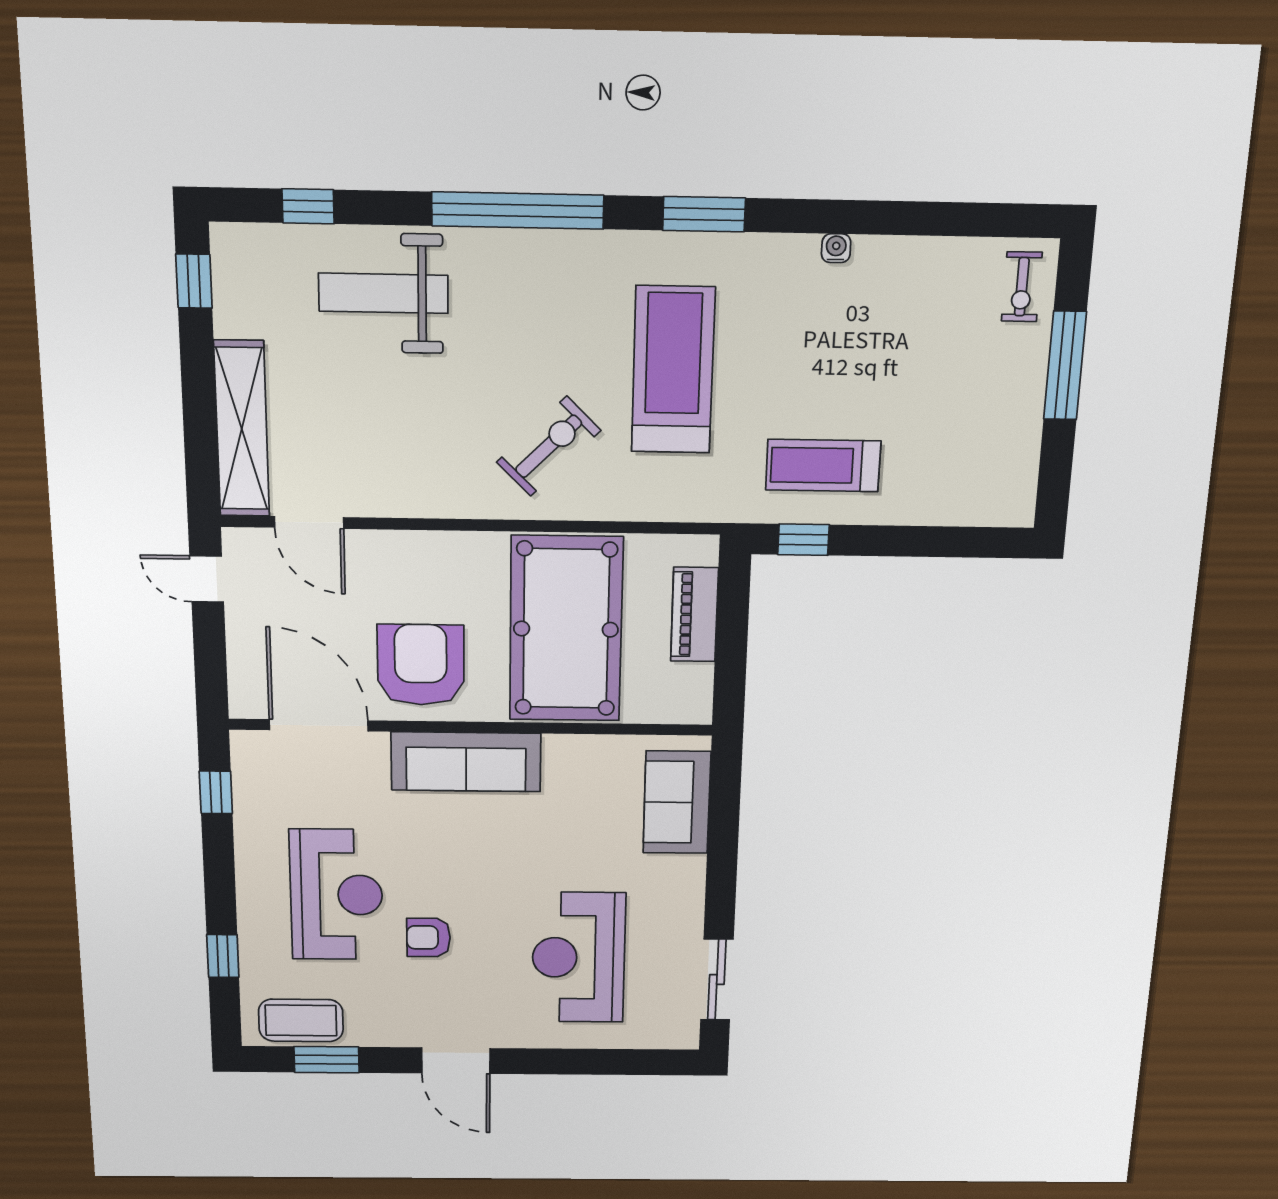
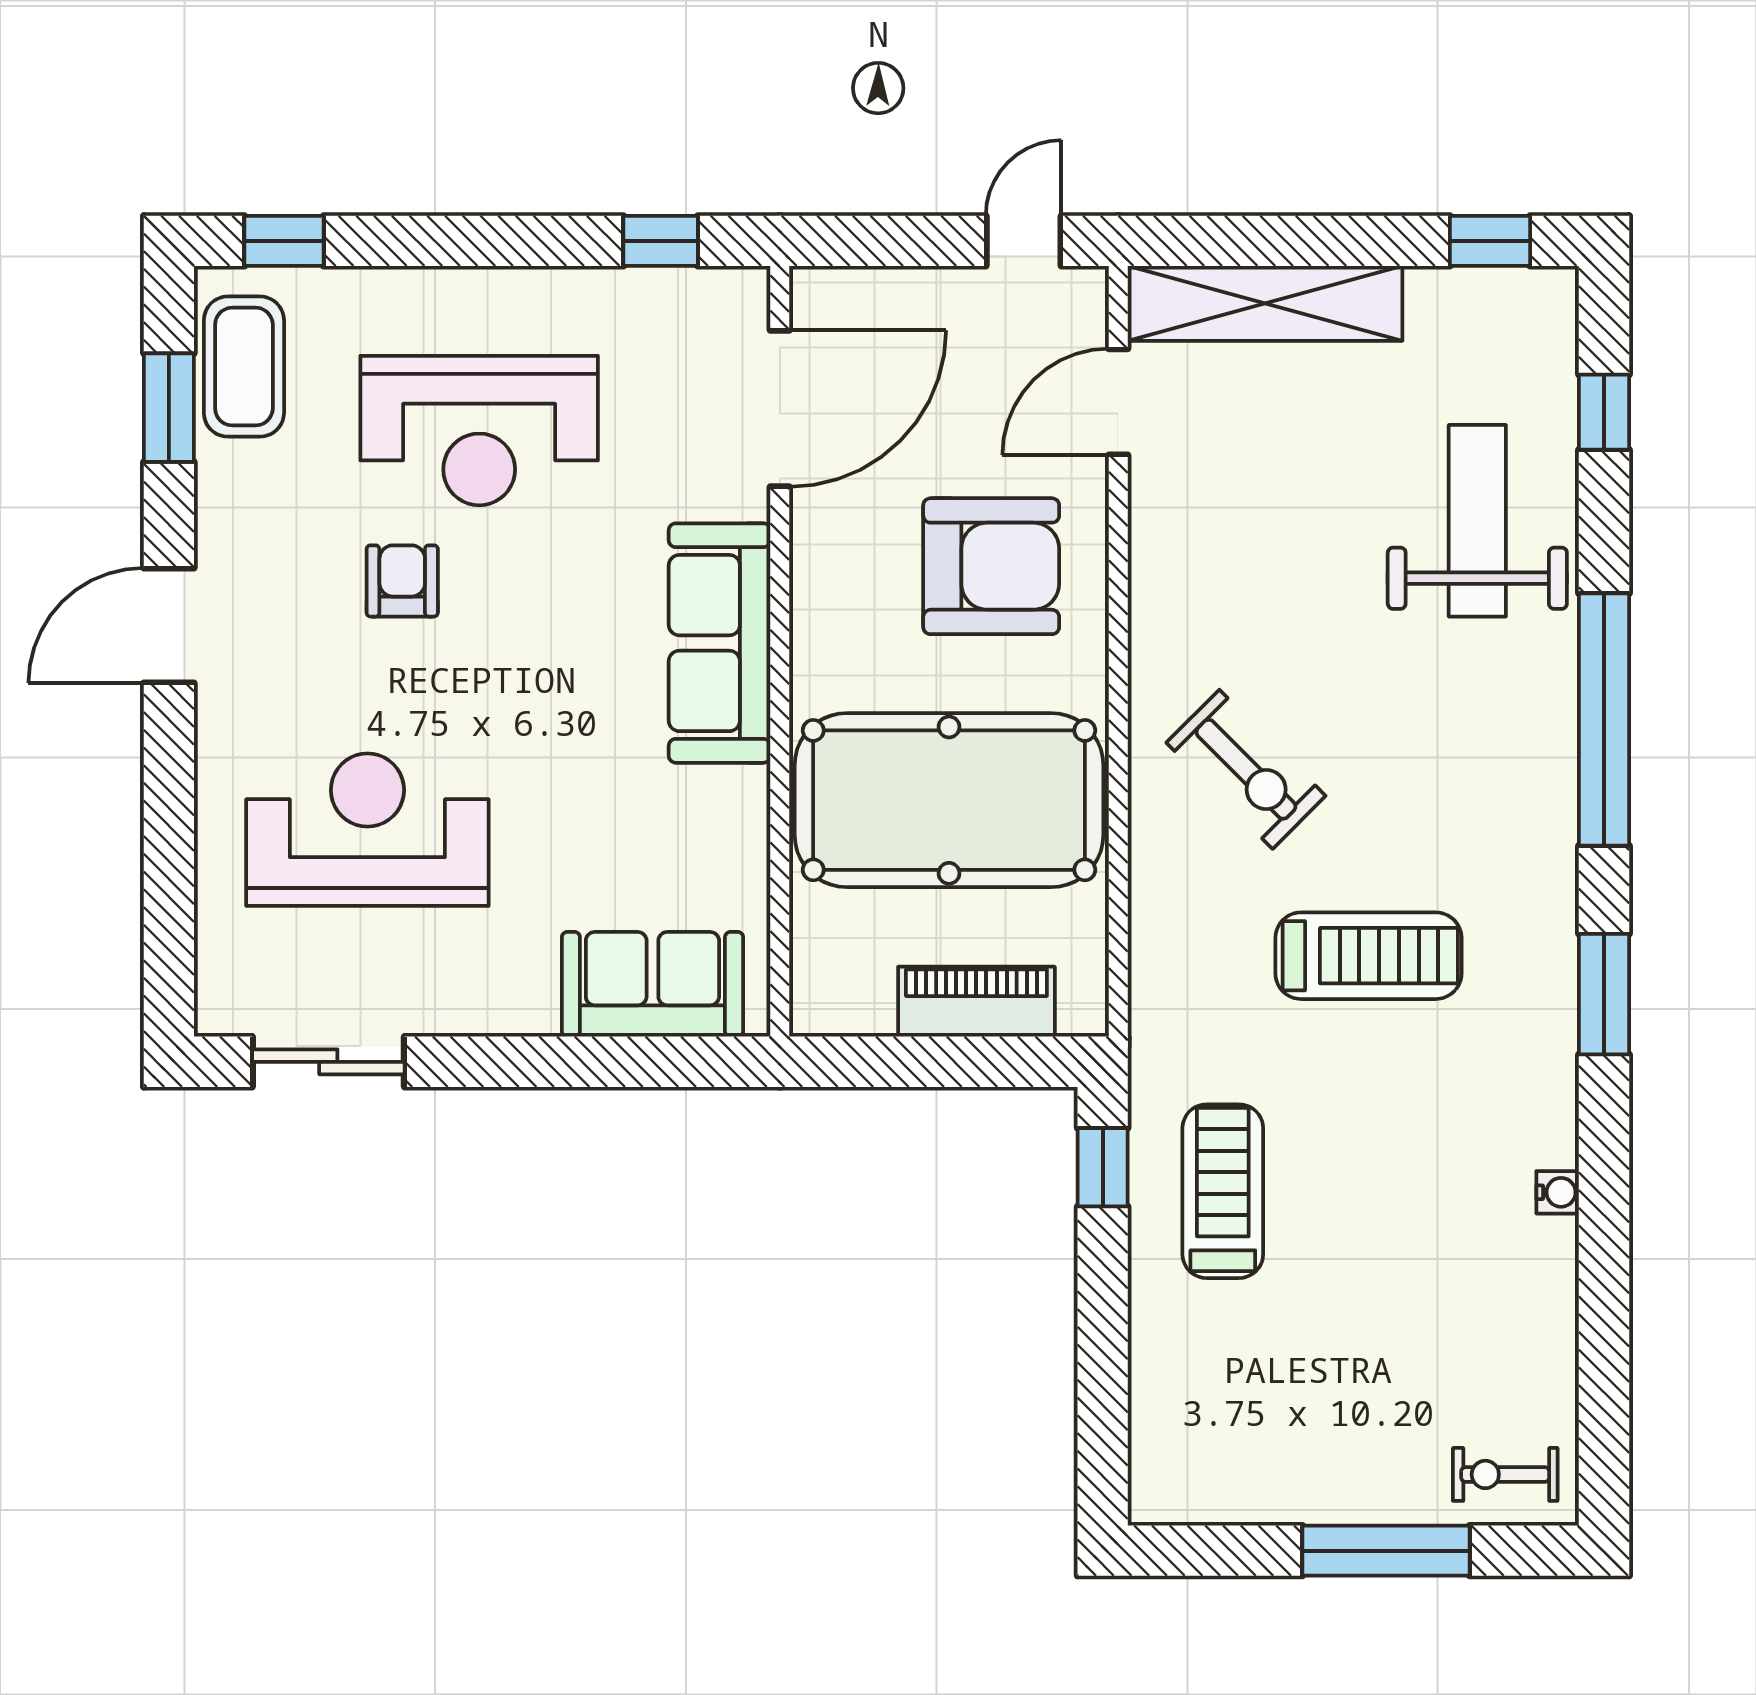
treadmill: (673, 370) -> (1368, 956), width x0.73, depth x0.73
armchair: (421, 665) -> (991, 566), moved
window: (223, 956) -> (284, 241), moved

